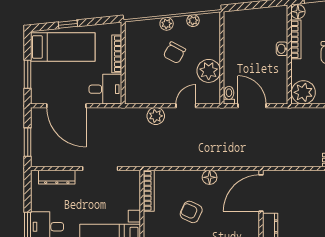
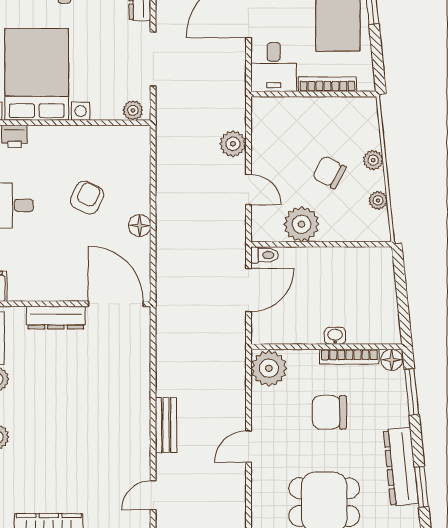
plant: (134, 182) -> (133, 110), added
bookcase: (149, 191) -> (119, 133), removed

